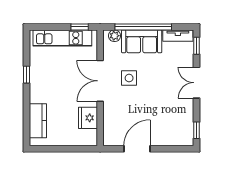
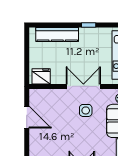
fridge: (88, 118) -> (41, 76), moved
kitchen counter: (38, 121) -> (57, 35), width x1.50

